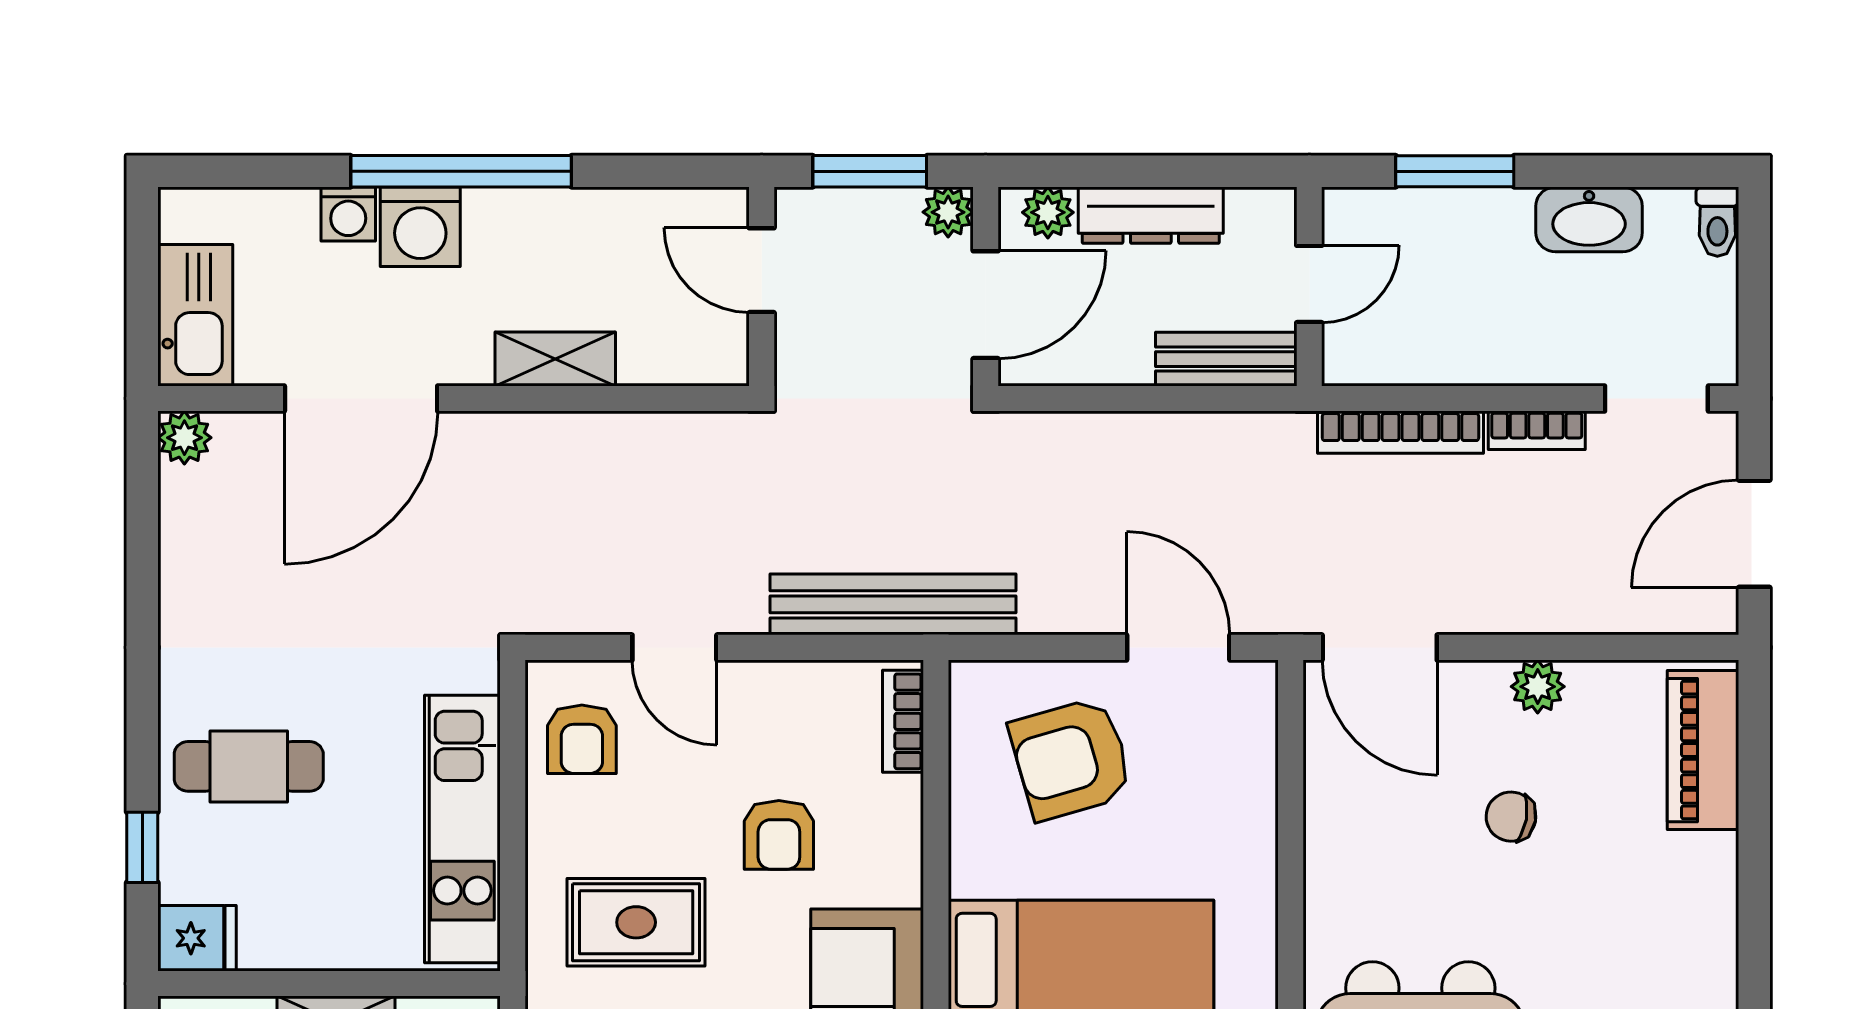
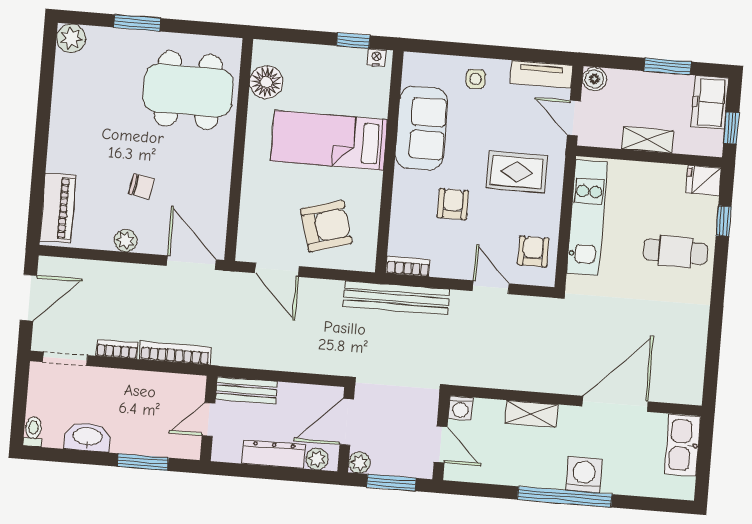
washing machine: (348, 214) -> (461, 408), moved, turned 180
plant: (184, 438) -> (691, 393), removed
bookcase: (903, 721) -> (408, 266), moved, turned -90

